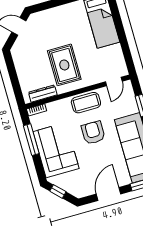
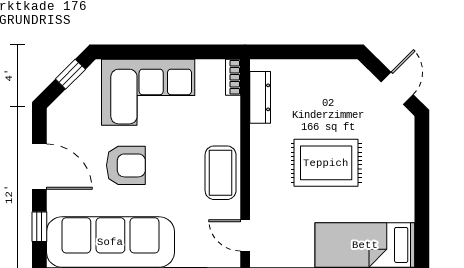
rug: (64, 65) -> (326, 163), moved
armchair: (93, 133) -> (126, 165), moved
window: (31, 140) -> (181, 52), removed

